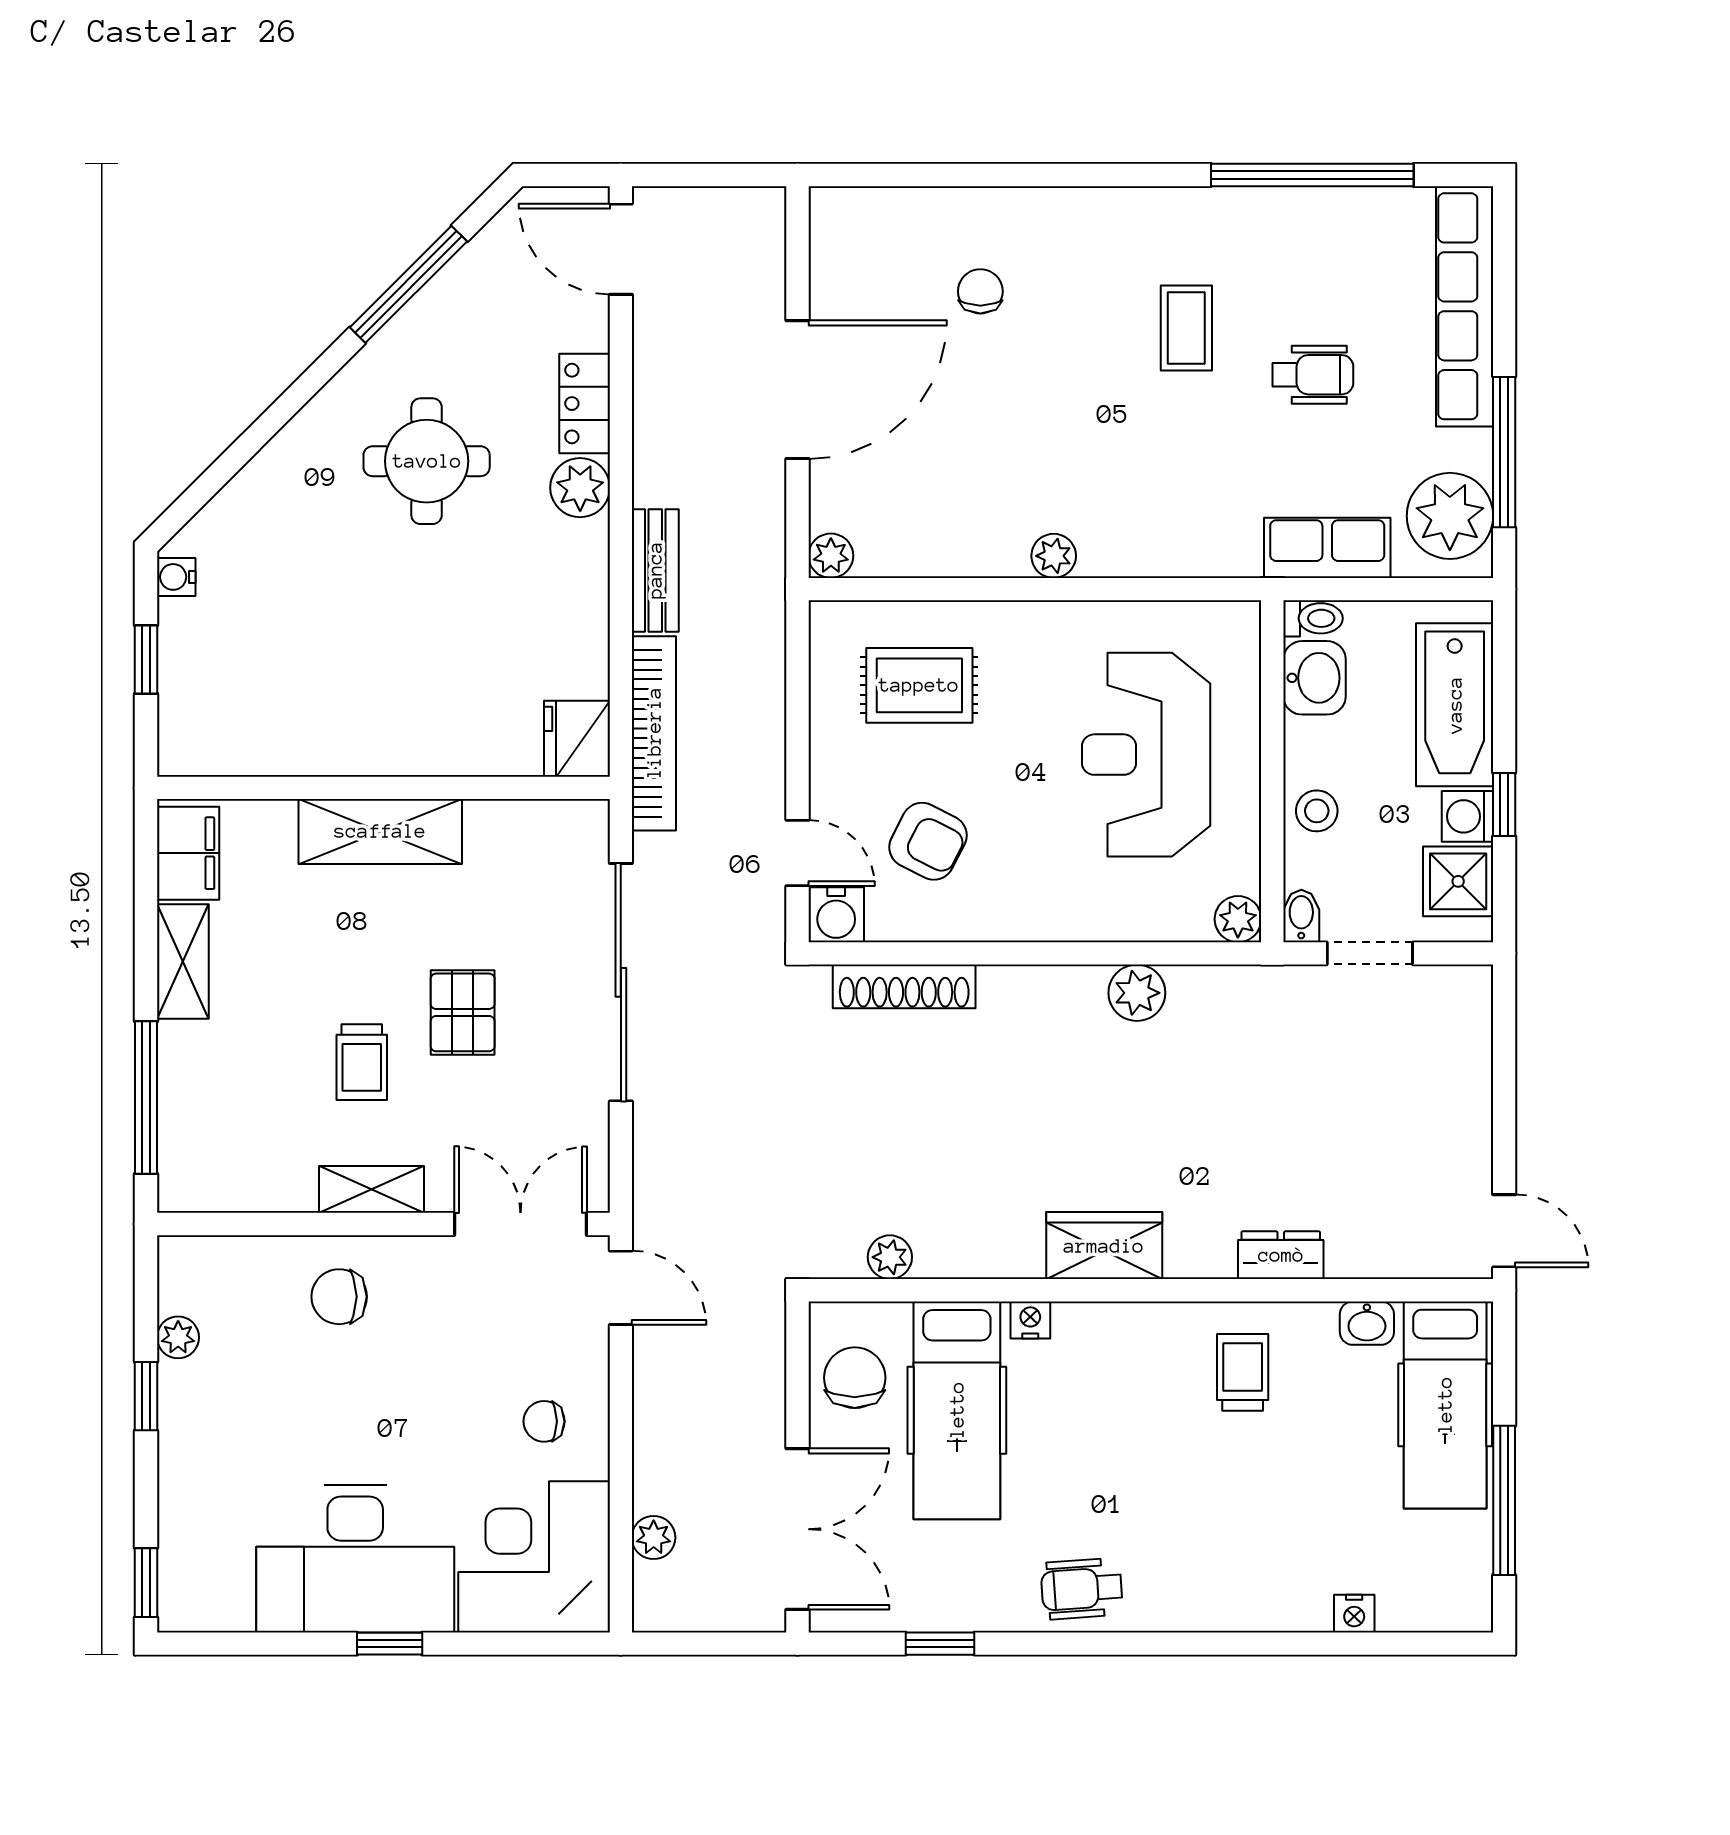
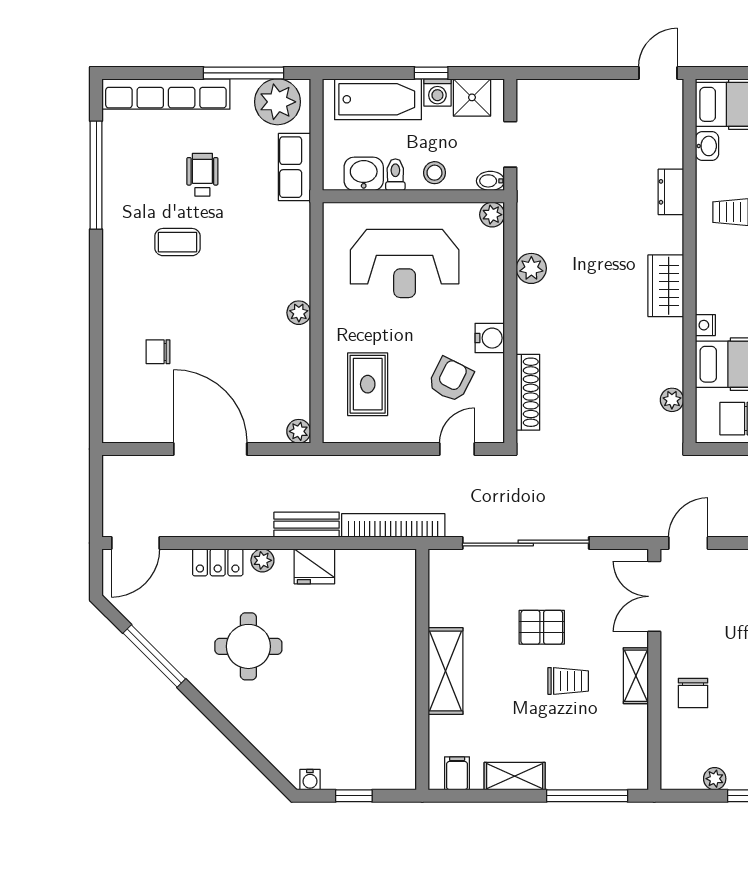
plant: (580, 488) -> (262, 560), width x0.73, depth x0.73
toilet: (1313, 618) -> (395, 175), moved
fridge: (577, 739) -> (314, 566), moved
filing cabinet: (188, 853) -> (457, 773), width x0.50
water cooler: (836, 915) -> (490, 338), moved

